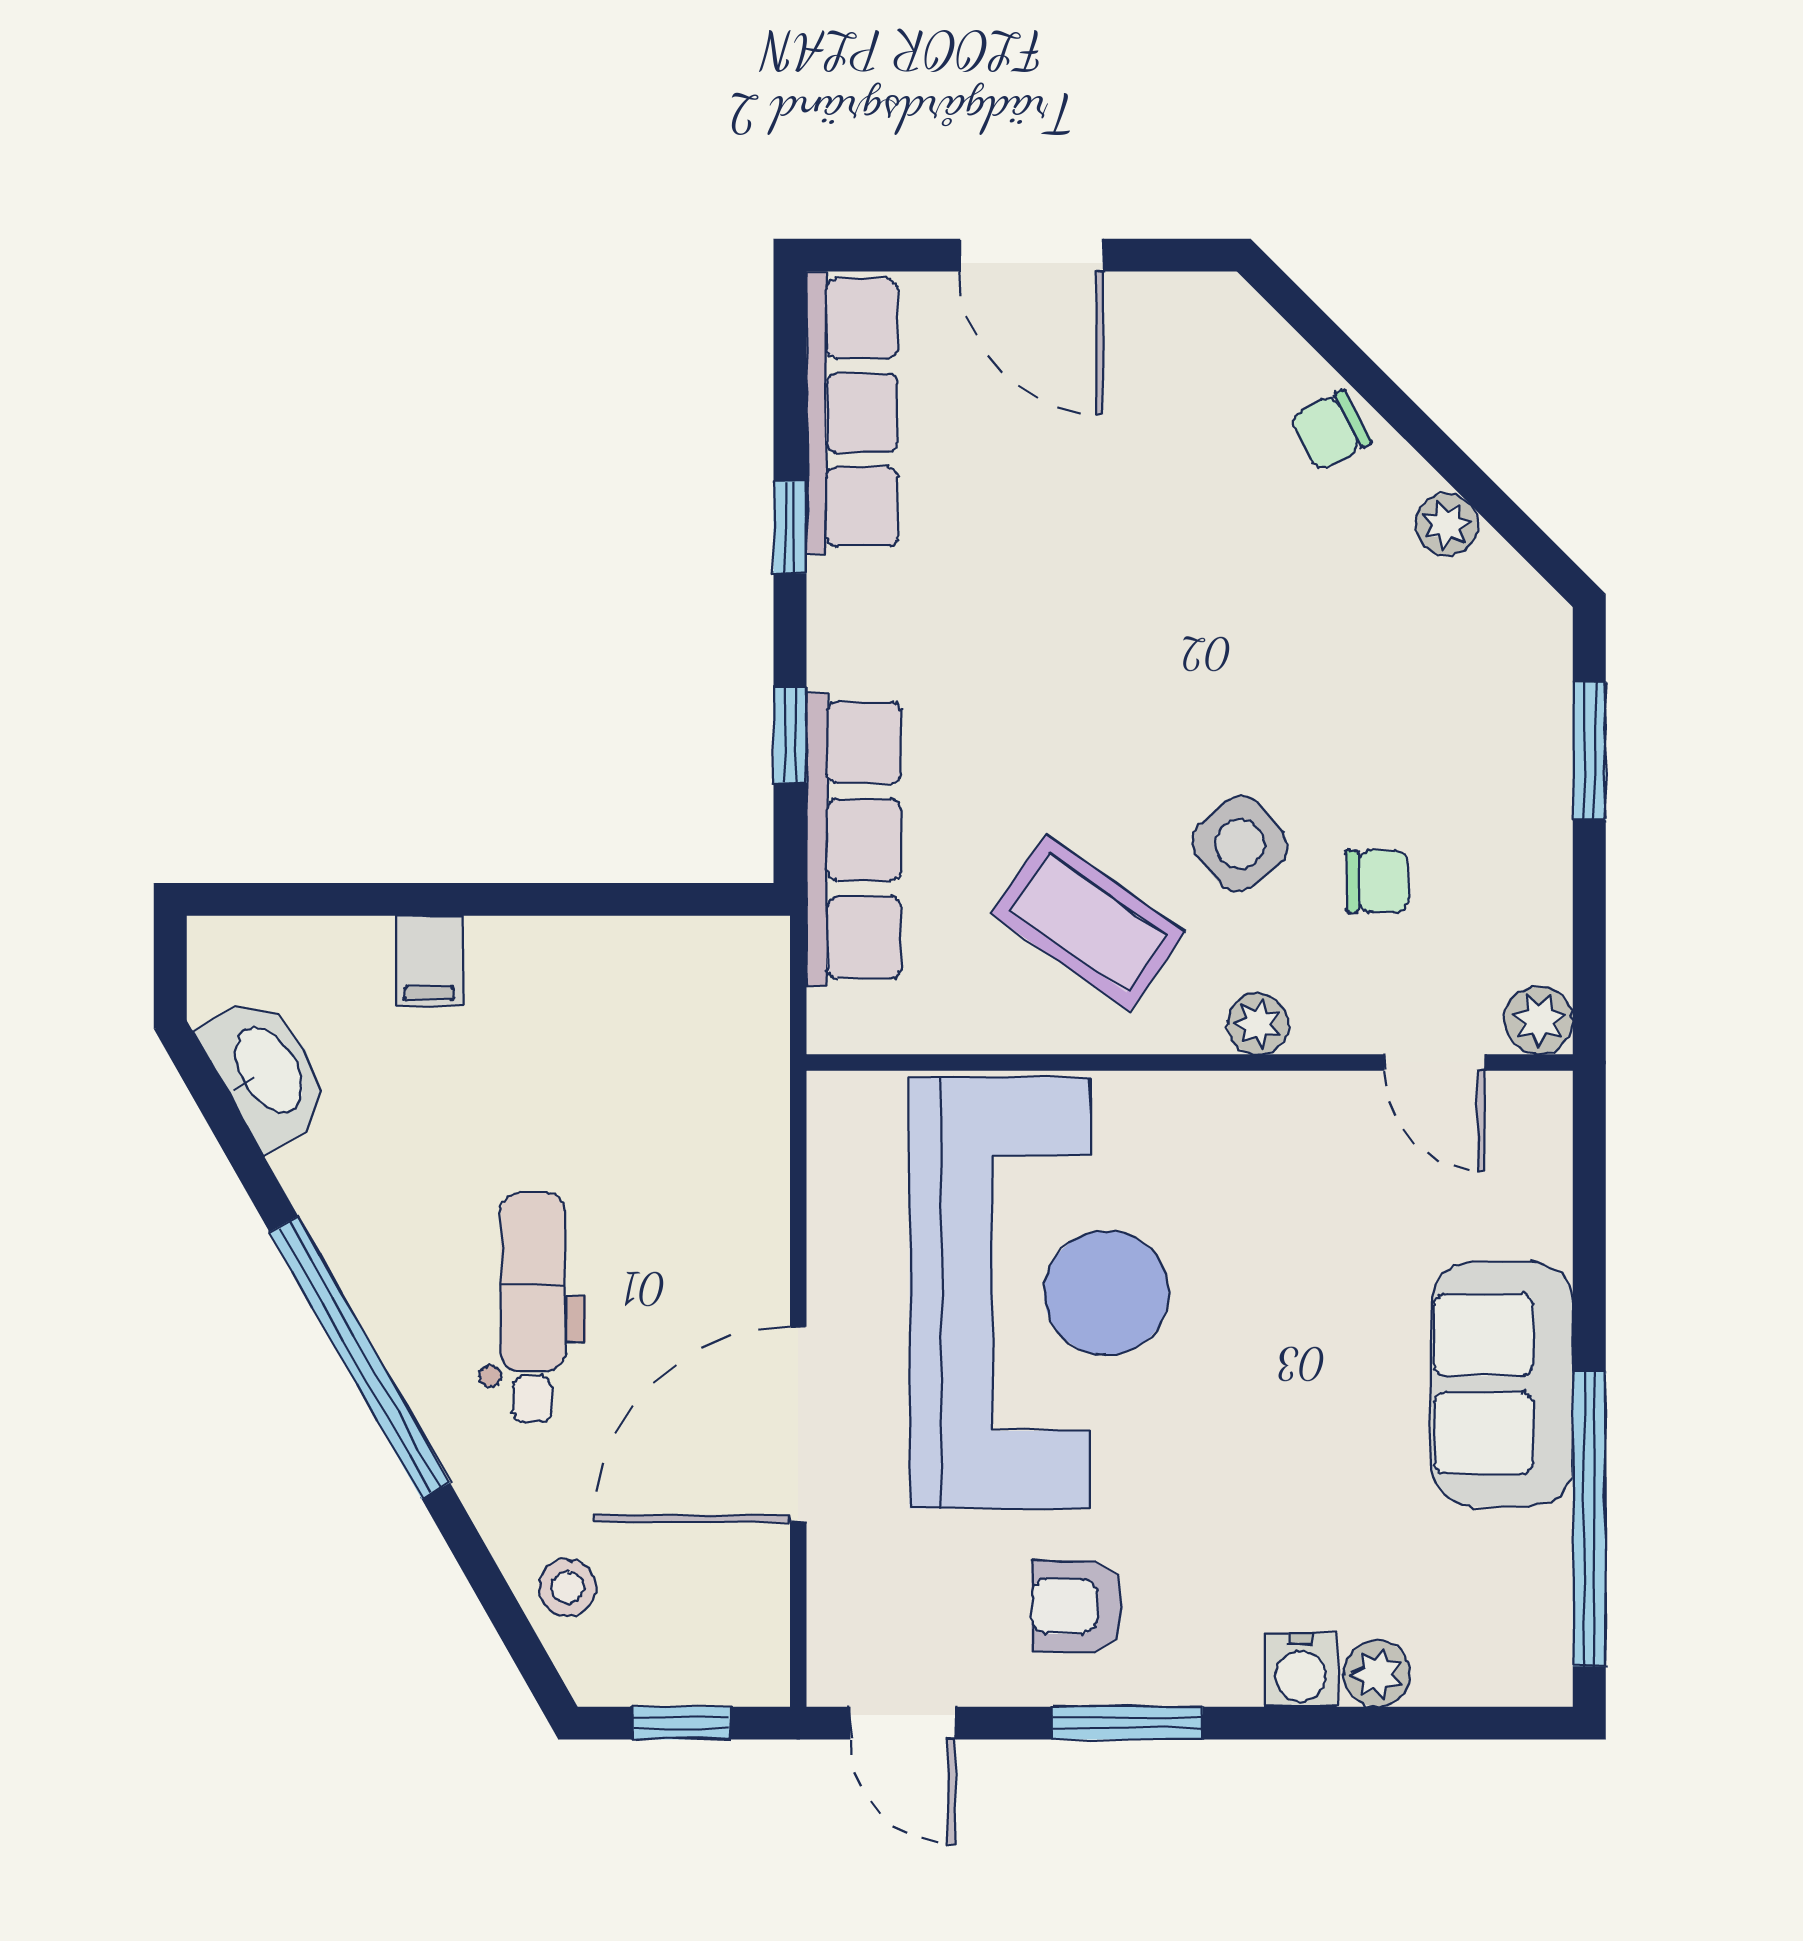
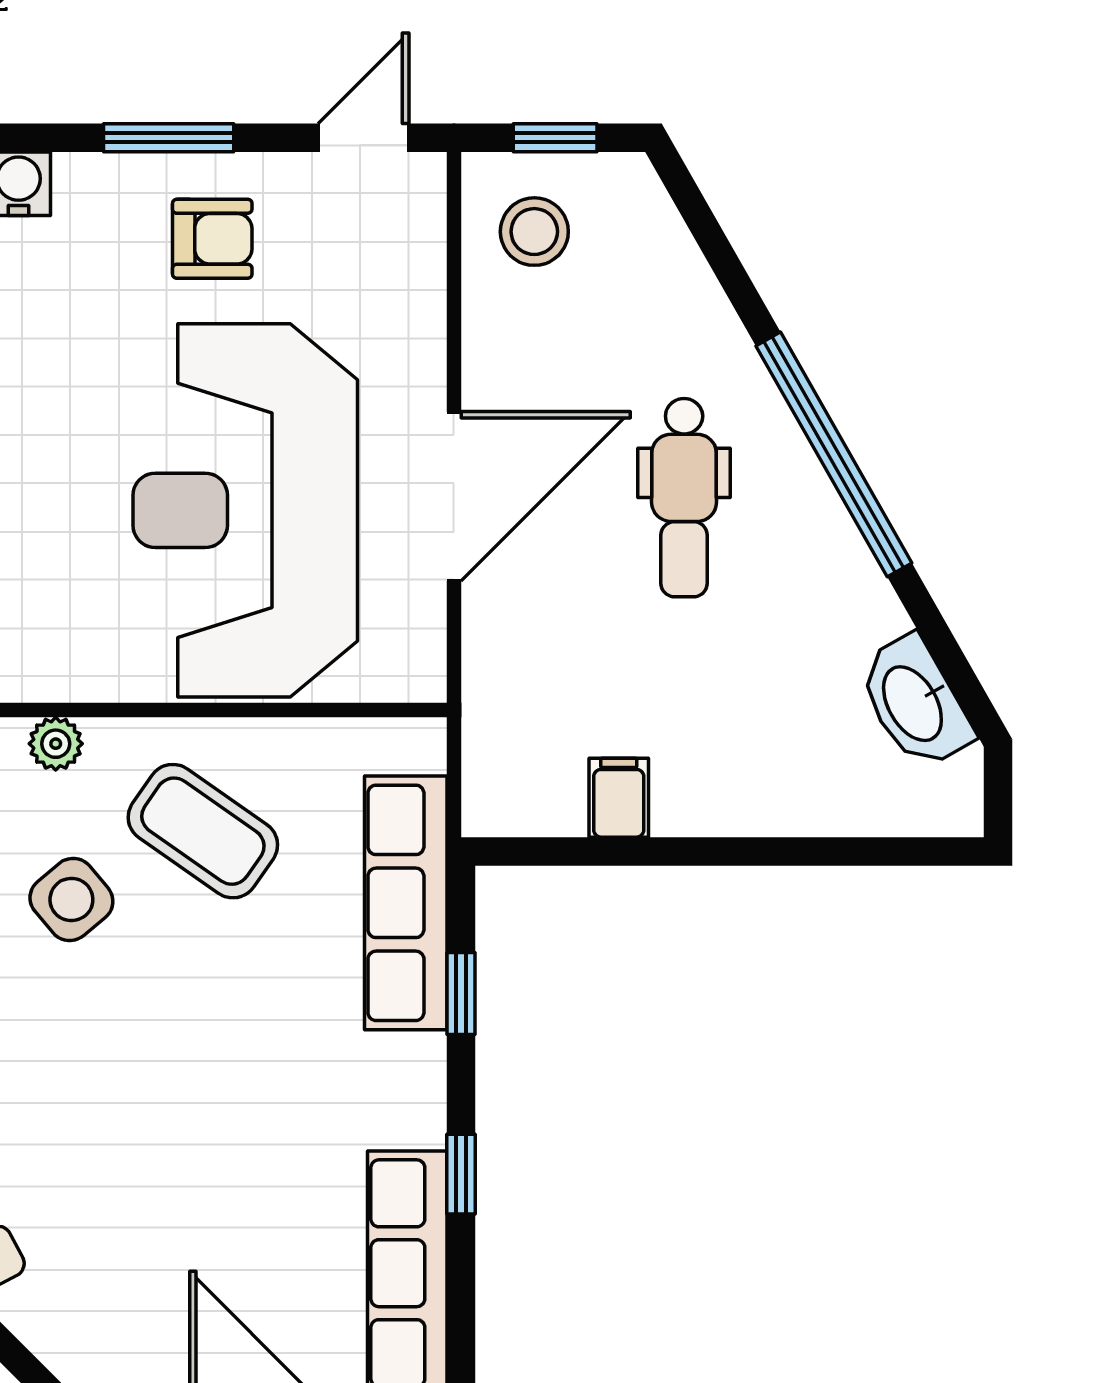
filing cabinet: (429, 961) -> (619, 798), moved
door: (798, 1424) -> (454, 496), moved
stool: (567, 1587) -> (534, 232), moved, width x1.37, depth x1.37
door: (903, 1723) -> (363, 138), hinge flipped

